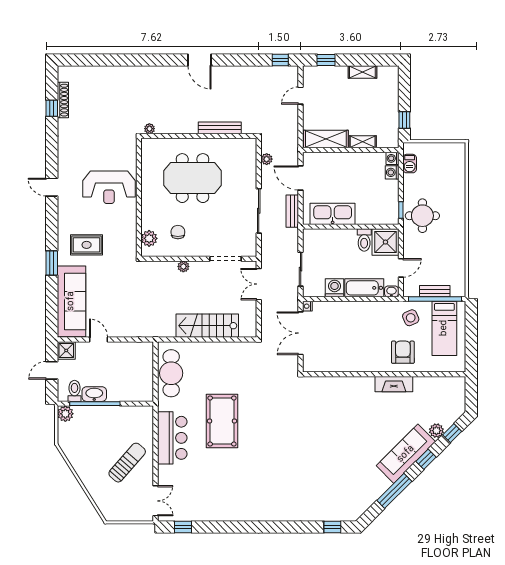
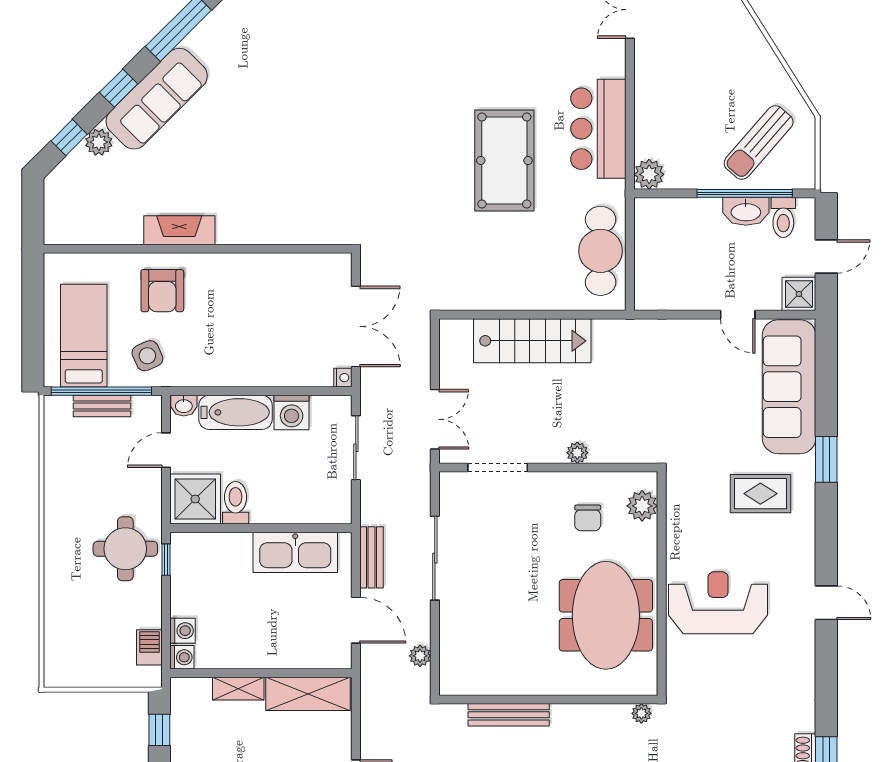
meeting table: (193, 178) -> (606, 615), moved, turned 90
plant: (65, 414) -> (649, 174), moved
sun lounger: (127, 463) -> (759, 143), moved

